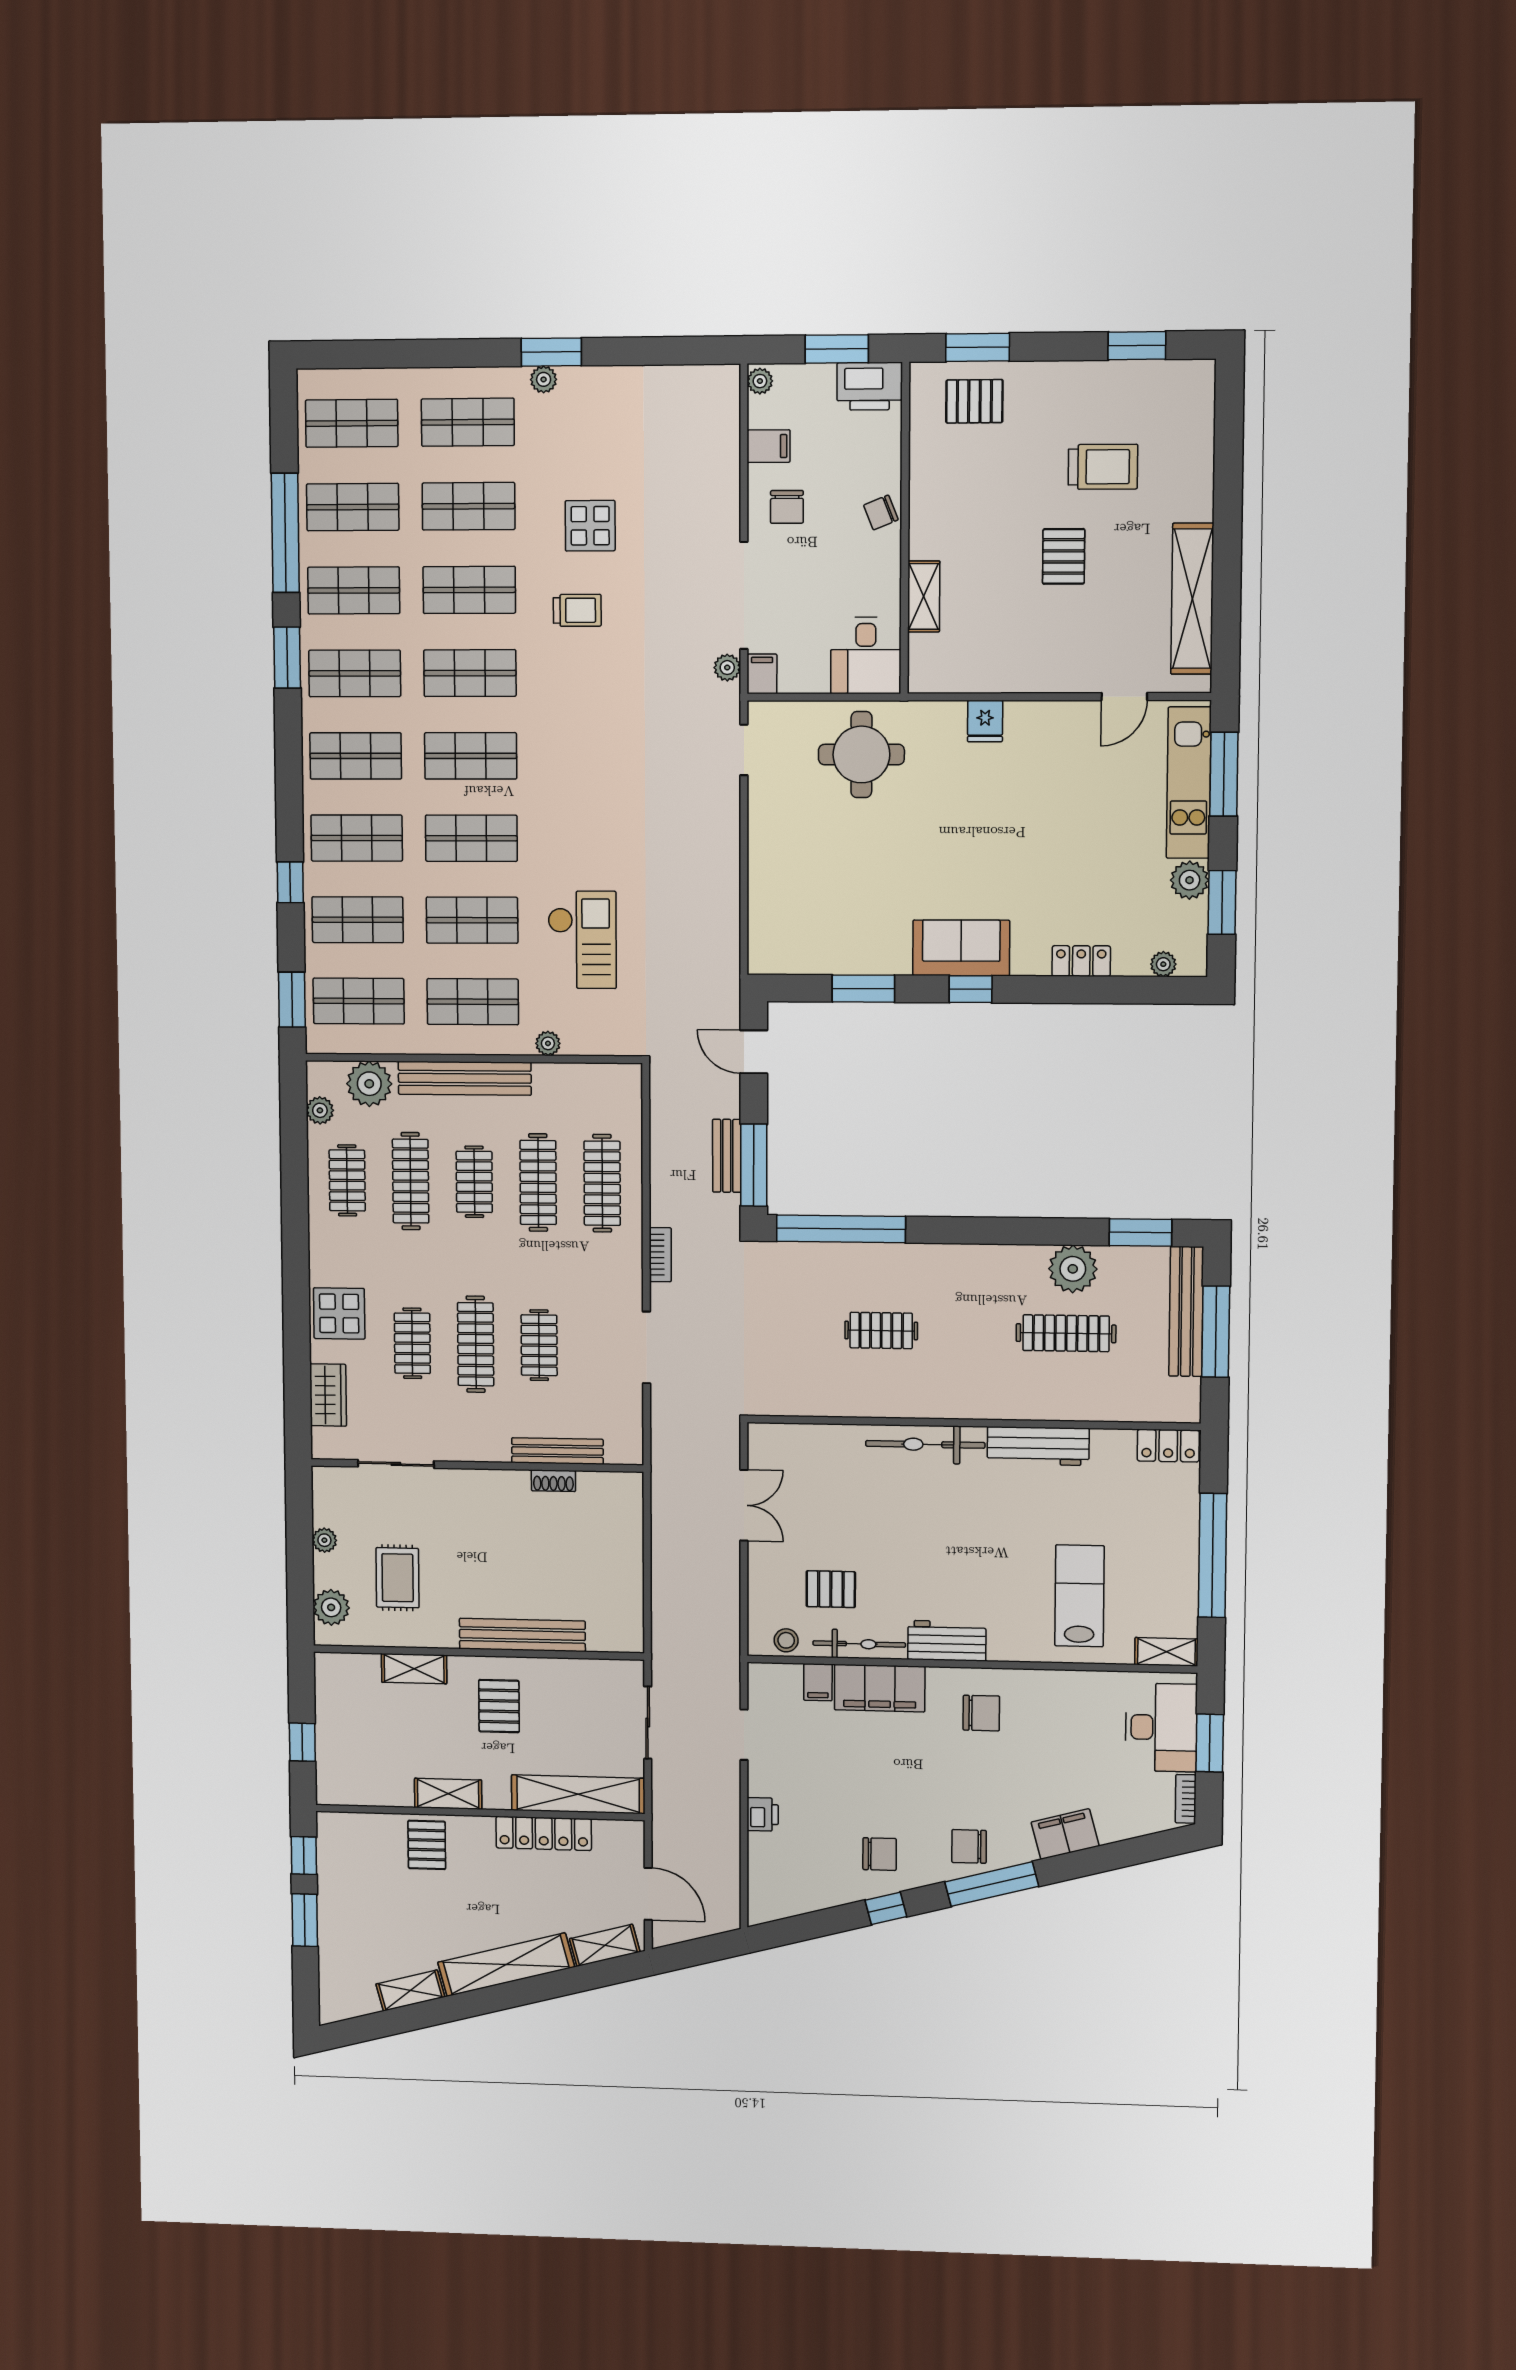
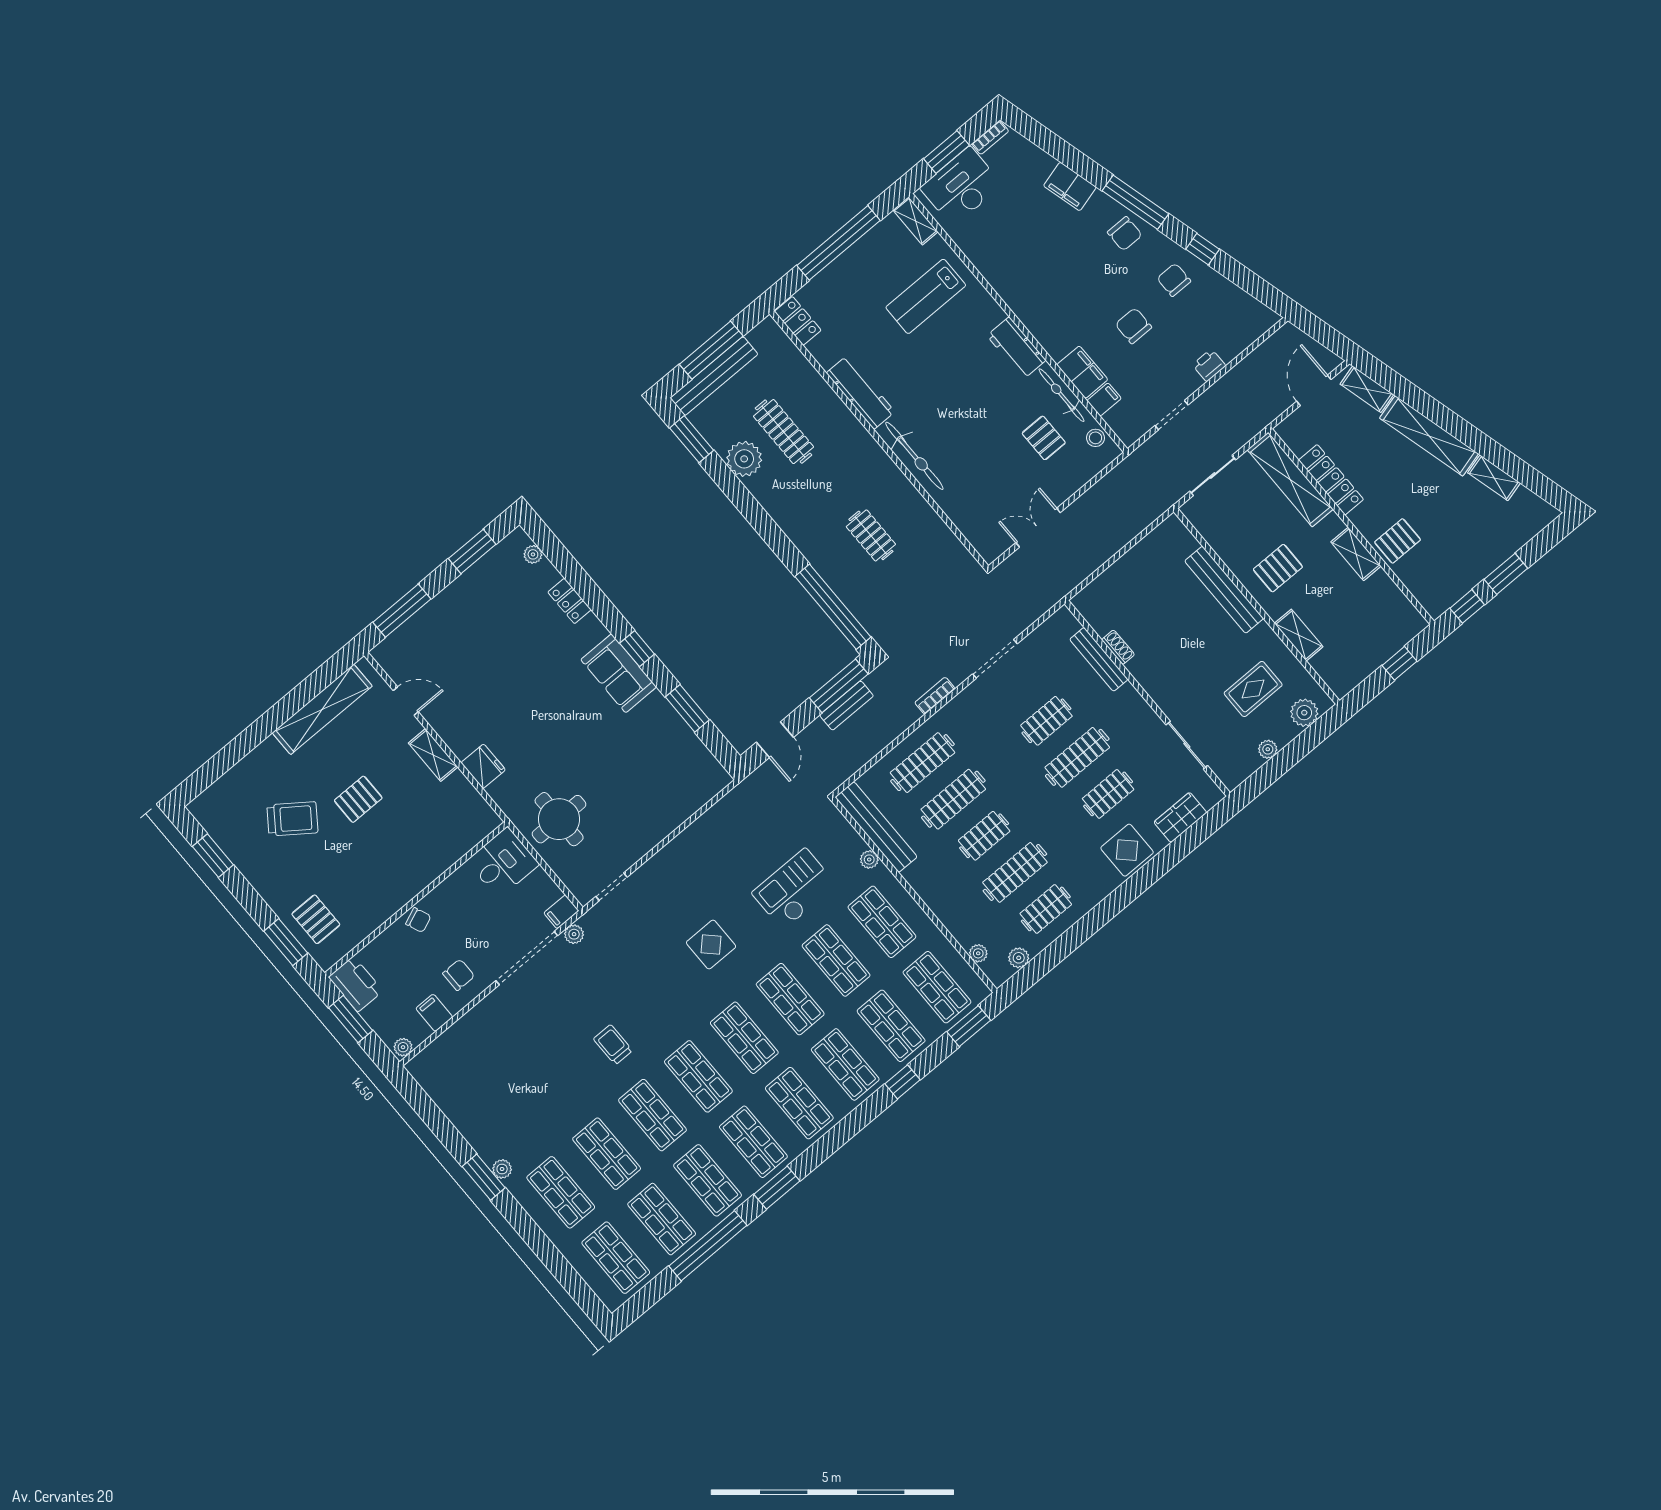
trolley: (1103, 467) -> (292, 819), turned 126
display table: (590, 526) -> (711, 945), moved
shelving: (924, 596) -> (433, 755), moved, turned 90
fridge: (985, 721) -> (483, 766), width x1.38
kitchen unit: (1189, 783) -> (423, 626), removed
plant: (1190, 880) -> (475, 580), removed
bench: (465, 1078) -> (876, 827), moved
plant: (369, 1084) -> (978, 953), width x0.53, depth x0.53
filing cabinet: (880, 1688) -> (1082, 372), width x0.67, depth x0.86
chair: (981, 1713) -> (1133, 326), moved

